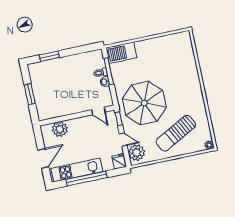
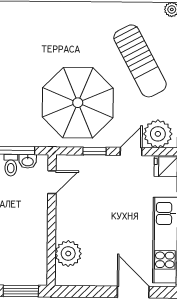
door: (98, 111) -> (52, 182), moved
wall: (77, 116) -> (52, 220), moved
plant: (60, 129) -> (68, 254), moved

